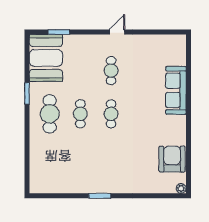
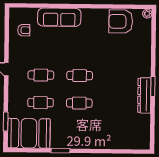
armchair: (161, 51) -> (24, 30), added
cafe table: (50, 114) -> (41, 103), moved, width x0.73, depth x0.74
dresser: (90, 186) -> (144, 95), added

